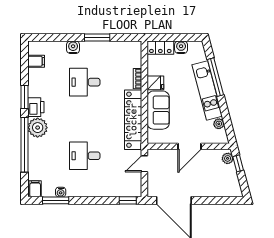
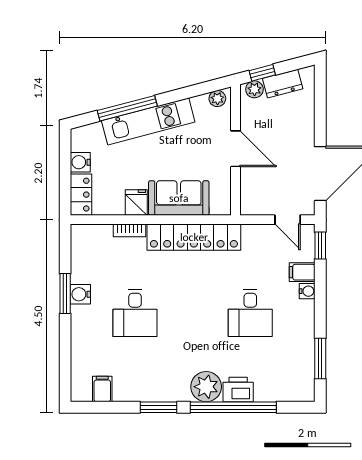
water cooler: (73, 47) -> (80, 294), moved
printer: (36, 107) -> (238, 390), moved
plant: (219, 124) -> (217, 99), moved
door: (144, 164) -> (288, 220), moved
dresser: (231, 176) -> (283, 84), added
filing cabinet: (35, 189) -> (302, 272), moved
water cooler: (61, 192) -> (307, 291), moved

